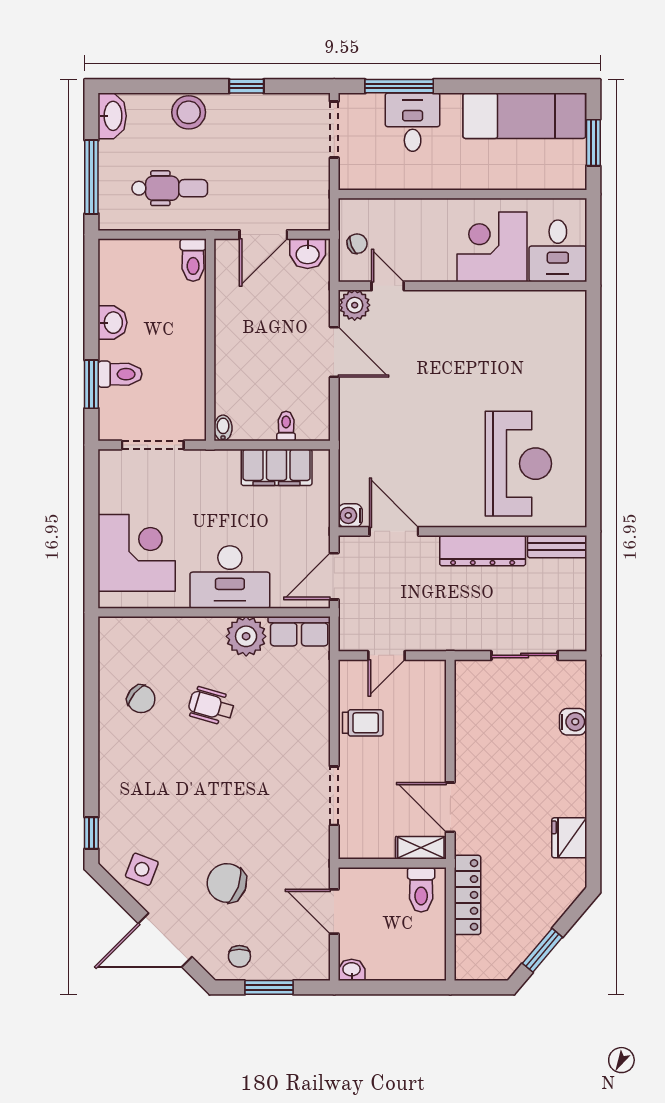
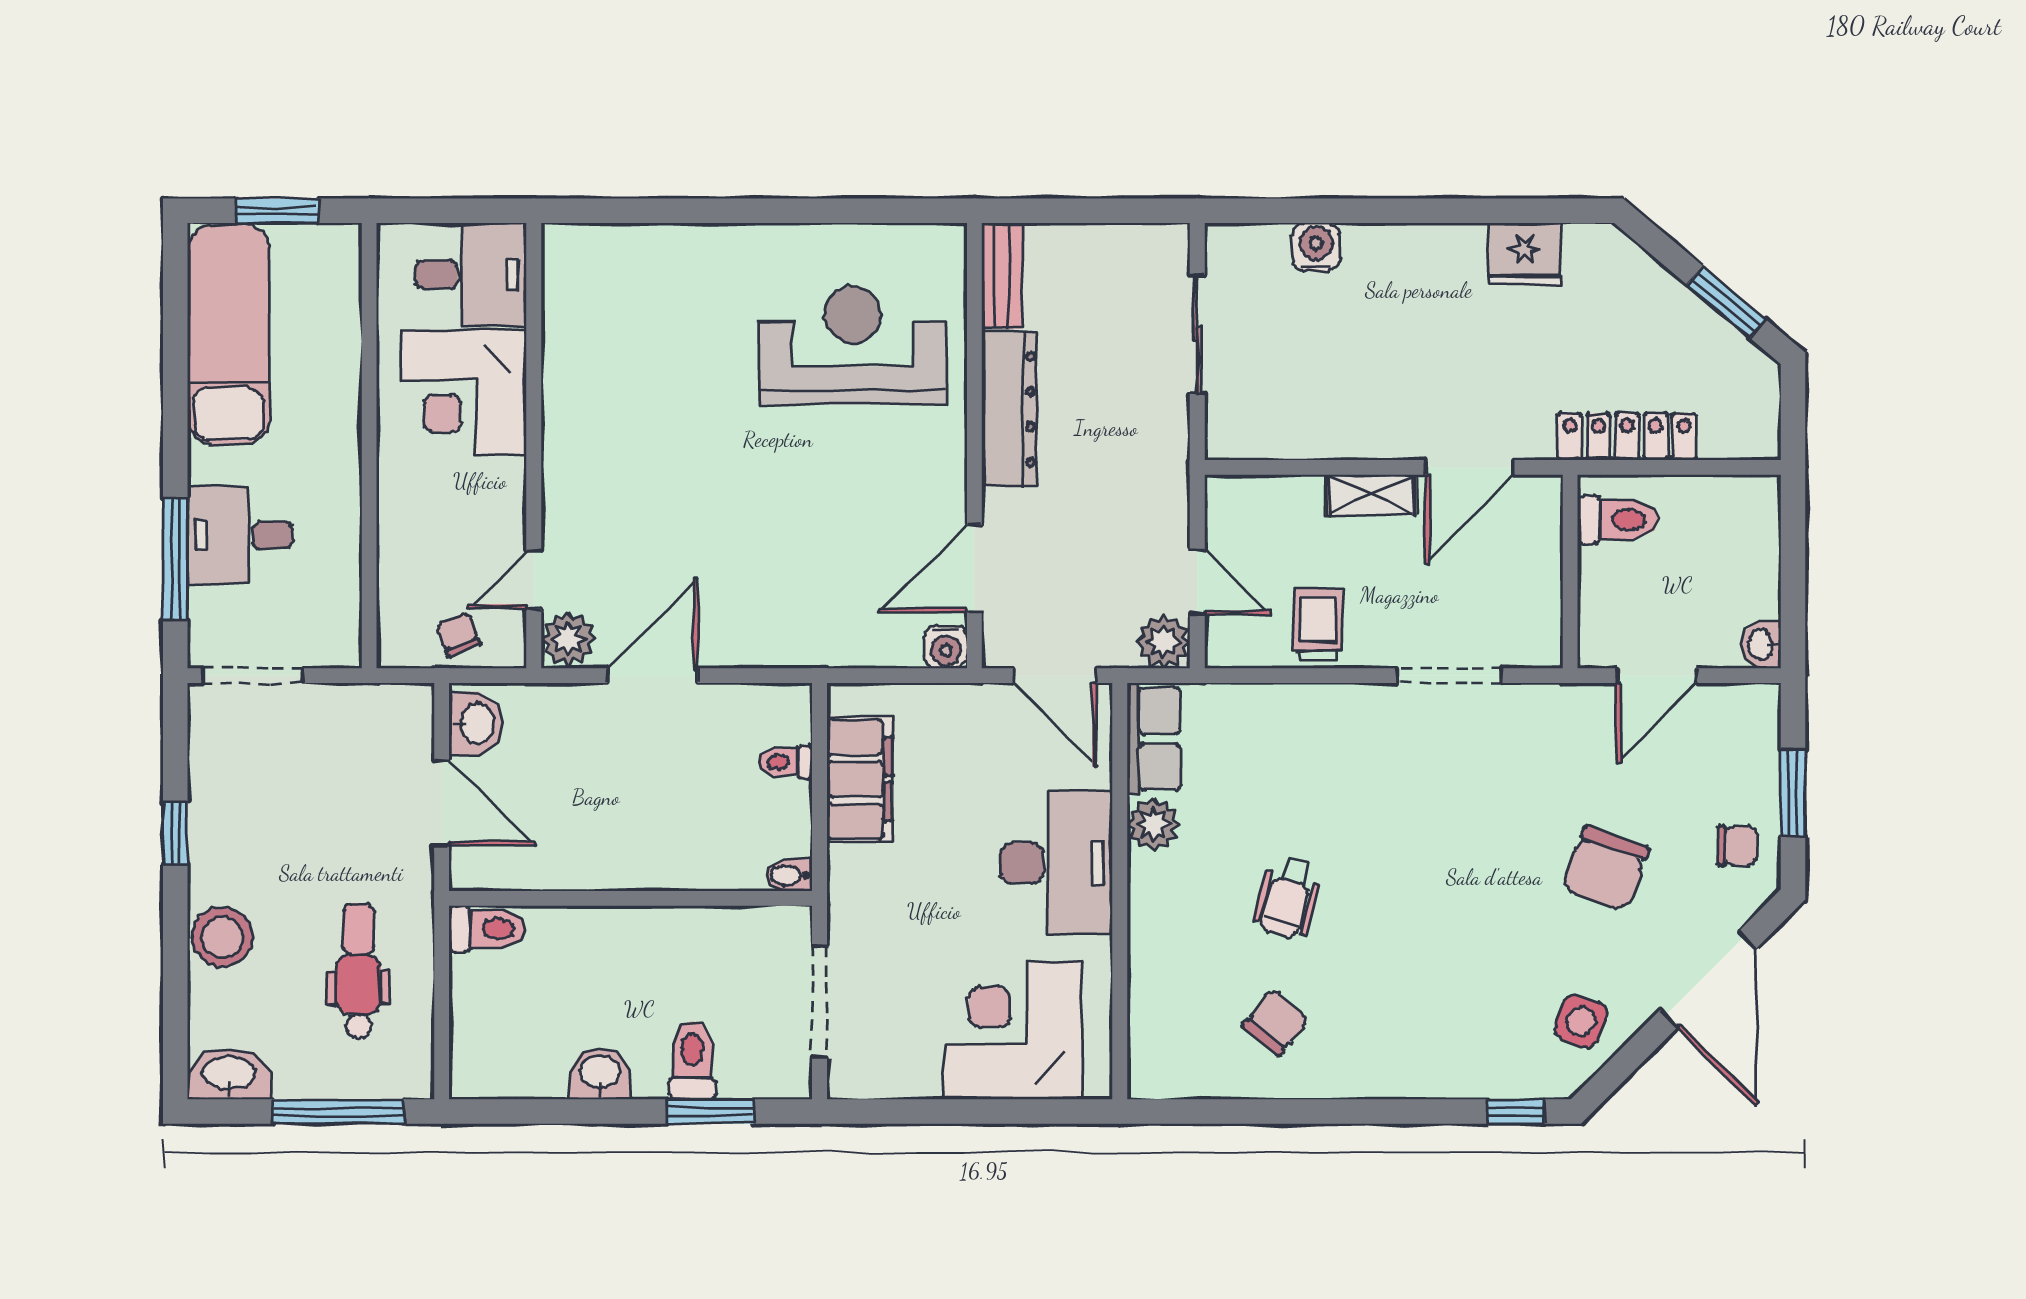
plant: (246, 636) -> (1153, 824), width x0.73, depth x0.73
plant: (353, 637) -> (1163, 642), added
shelving: (421, 848) -> (1371, 495), moved, turned 90

